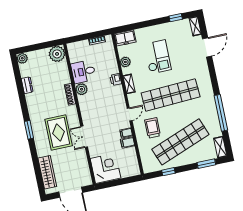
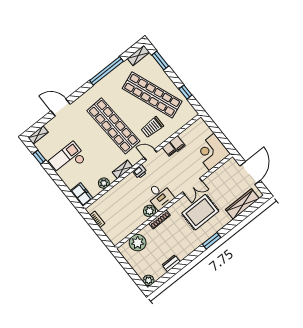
door: (207, 47) -> (61, 107), moved
plant: (57, 54) -> (138, 243), moved
checkout: (158, 57) -> (68, 159), moved
desk: (83, 72) -> (160, 196), moved
printer: (116, 79) -> (140, 172), moved

